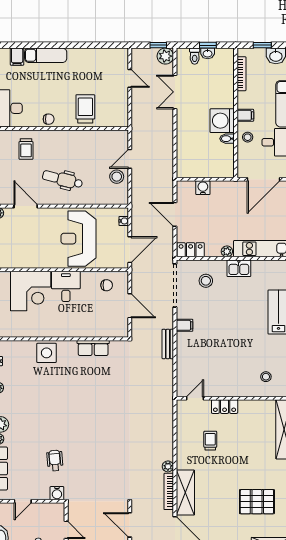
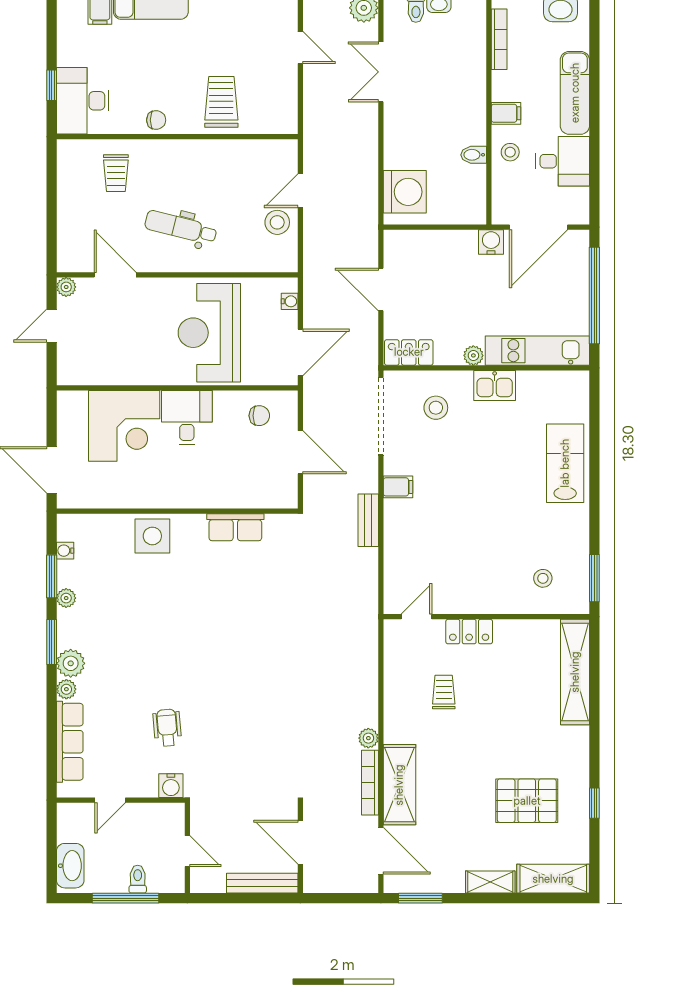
washing machine: (222, 121) -> (405, 192), moved, turned 180
water cooler: (203, 188) -> (491, 242), moved

